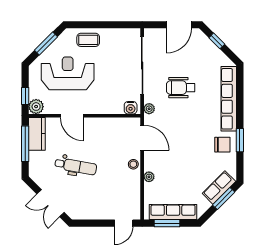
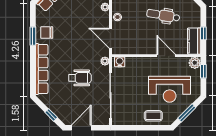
window: (25, 144) -> (203, 33), width x0.46

